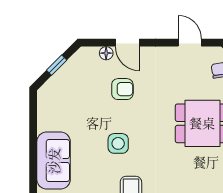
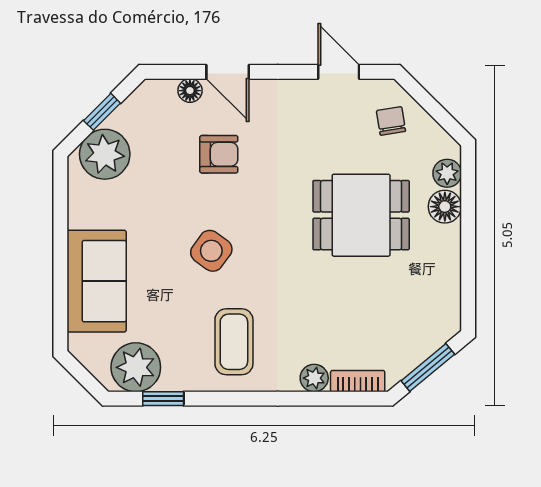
plant: (58, 89) -> (105, 154), added
side table: (118, 143) -> (211, 251), turned 36

